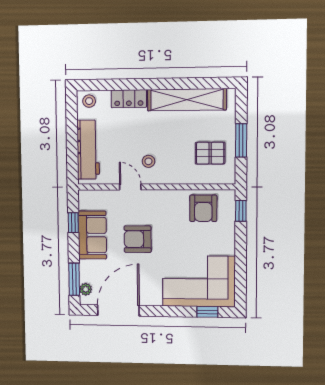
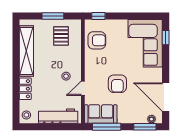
window: (73, 223) -> (107, 127), width x2.17
sofa: (92, 235) -> (101, 114), moved

